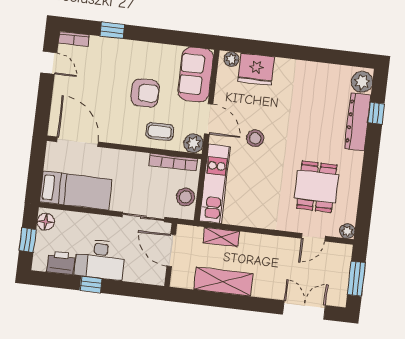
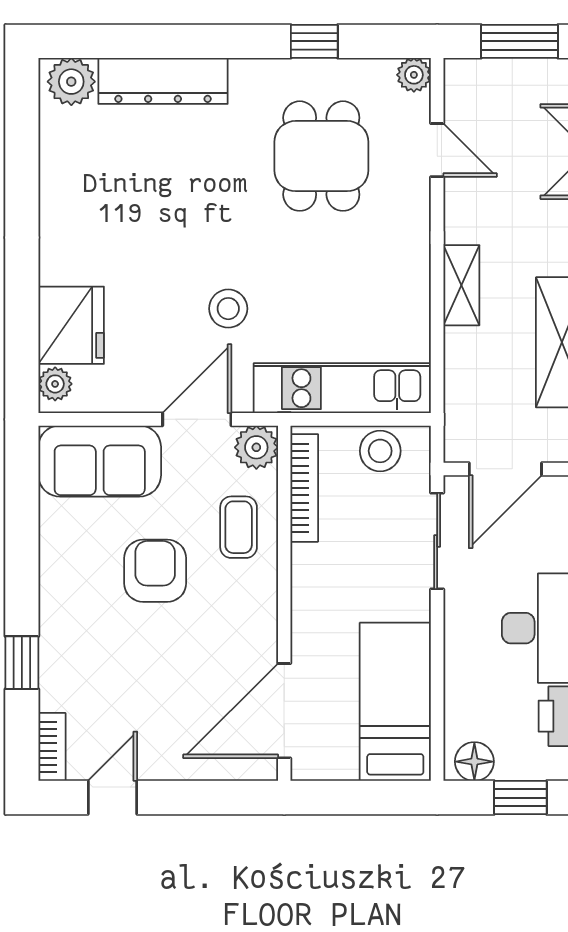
window: (376, 113) -> (314, 41), moved
dining table: (317, 187) -> (321, 156), turned 90
shelving: (221, 237) -> (461, 285), moved

